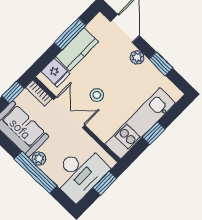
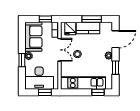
window: (154, 133) -> (98, 92), moved
window: (36, 172) -> (22, 60), width x0.46

